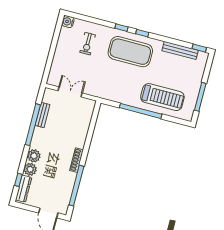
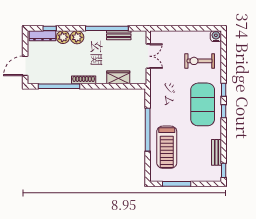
exercise bike: (88, 44) -> (200, 61), width x1.38, depth x1.39
bench: (180, 50) -> (217, 152), width x0.73
wardrobe: (83, 126) -> (118, 77), added

